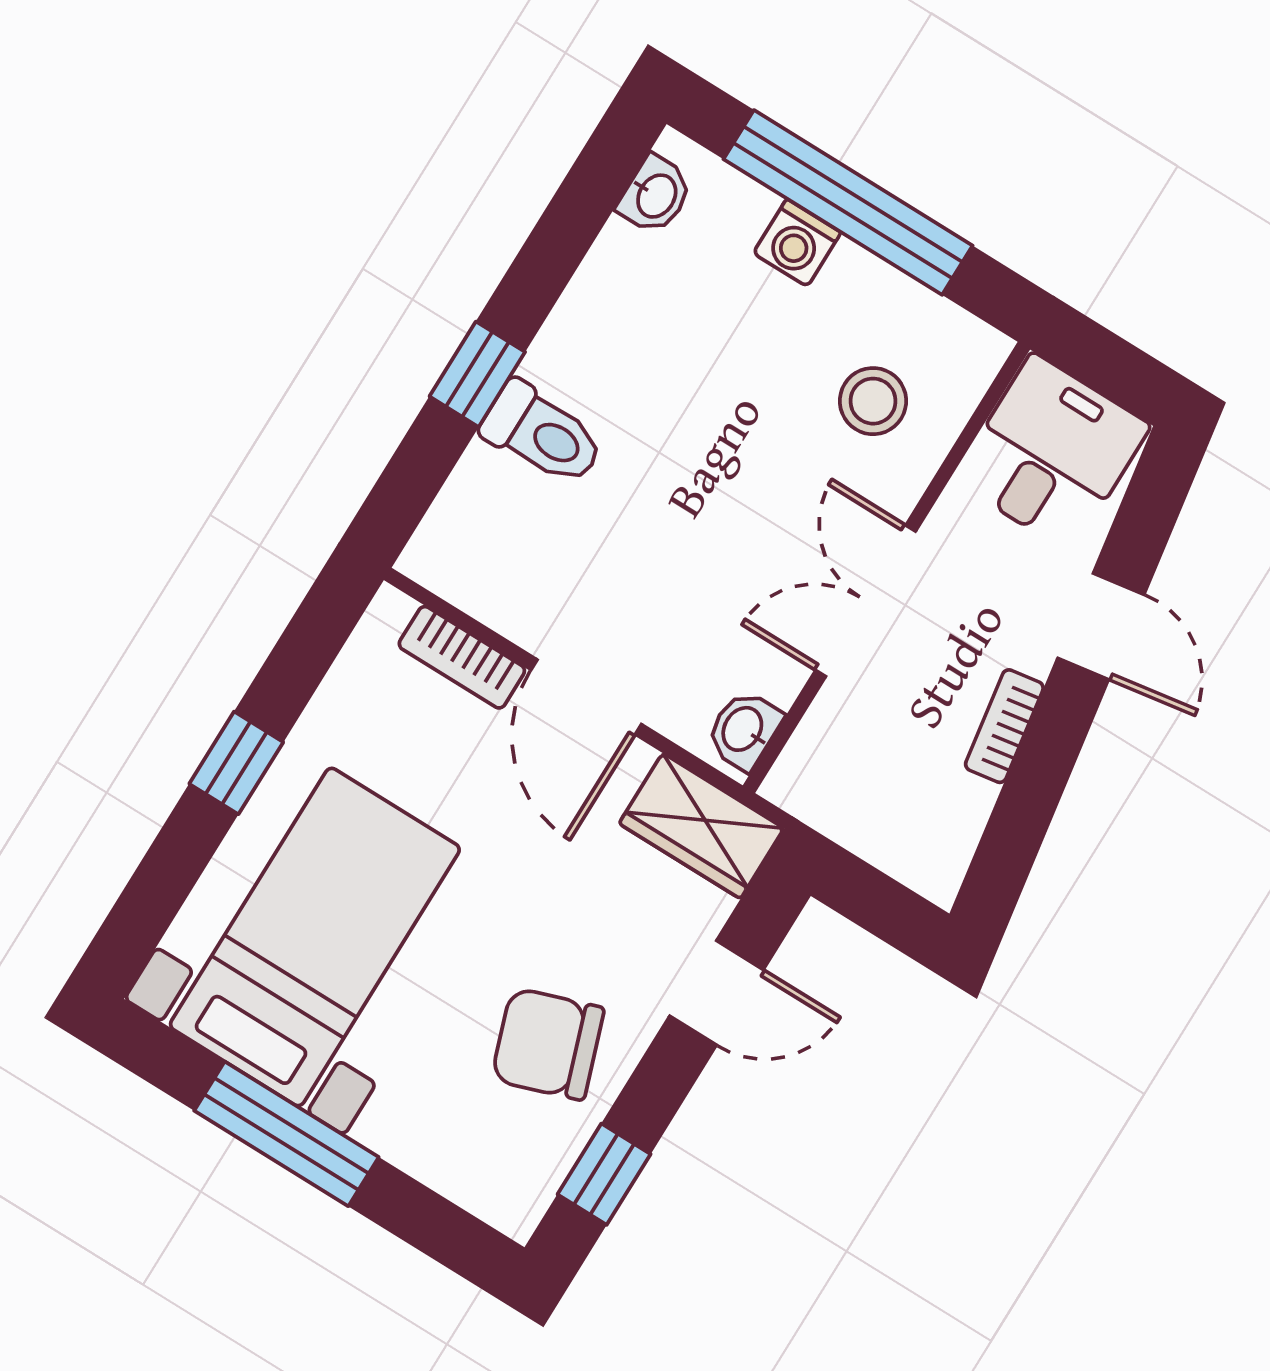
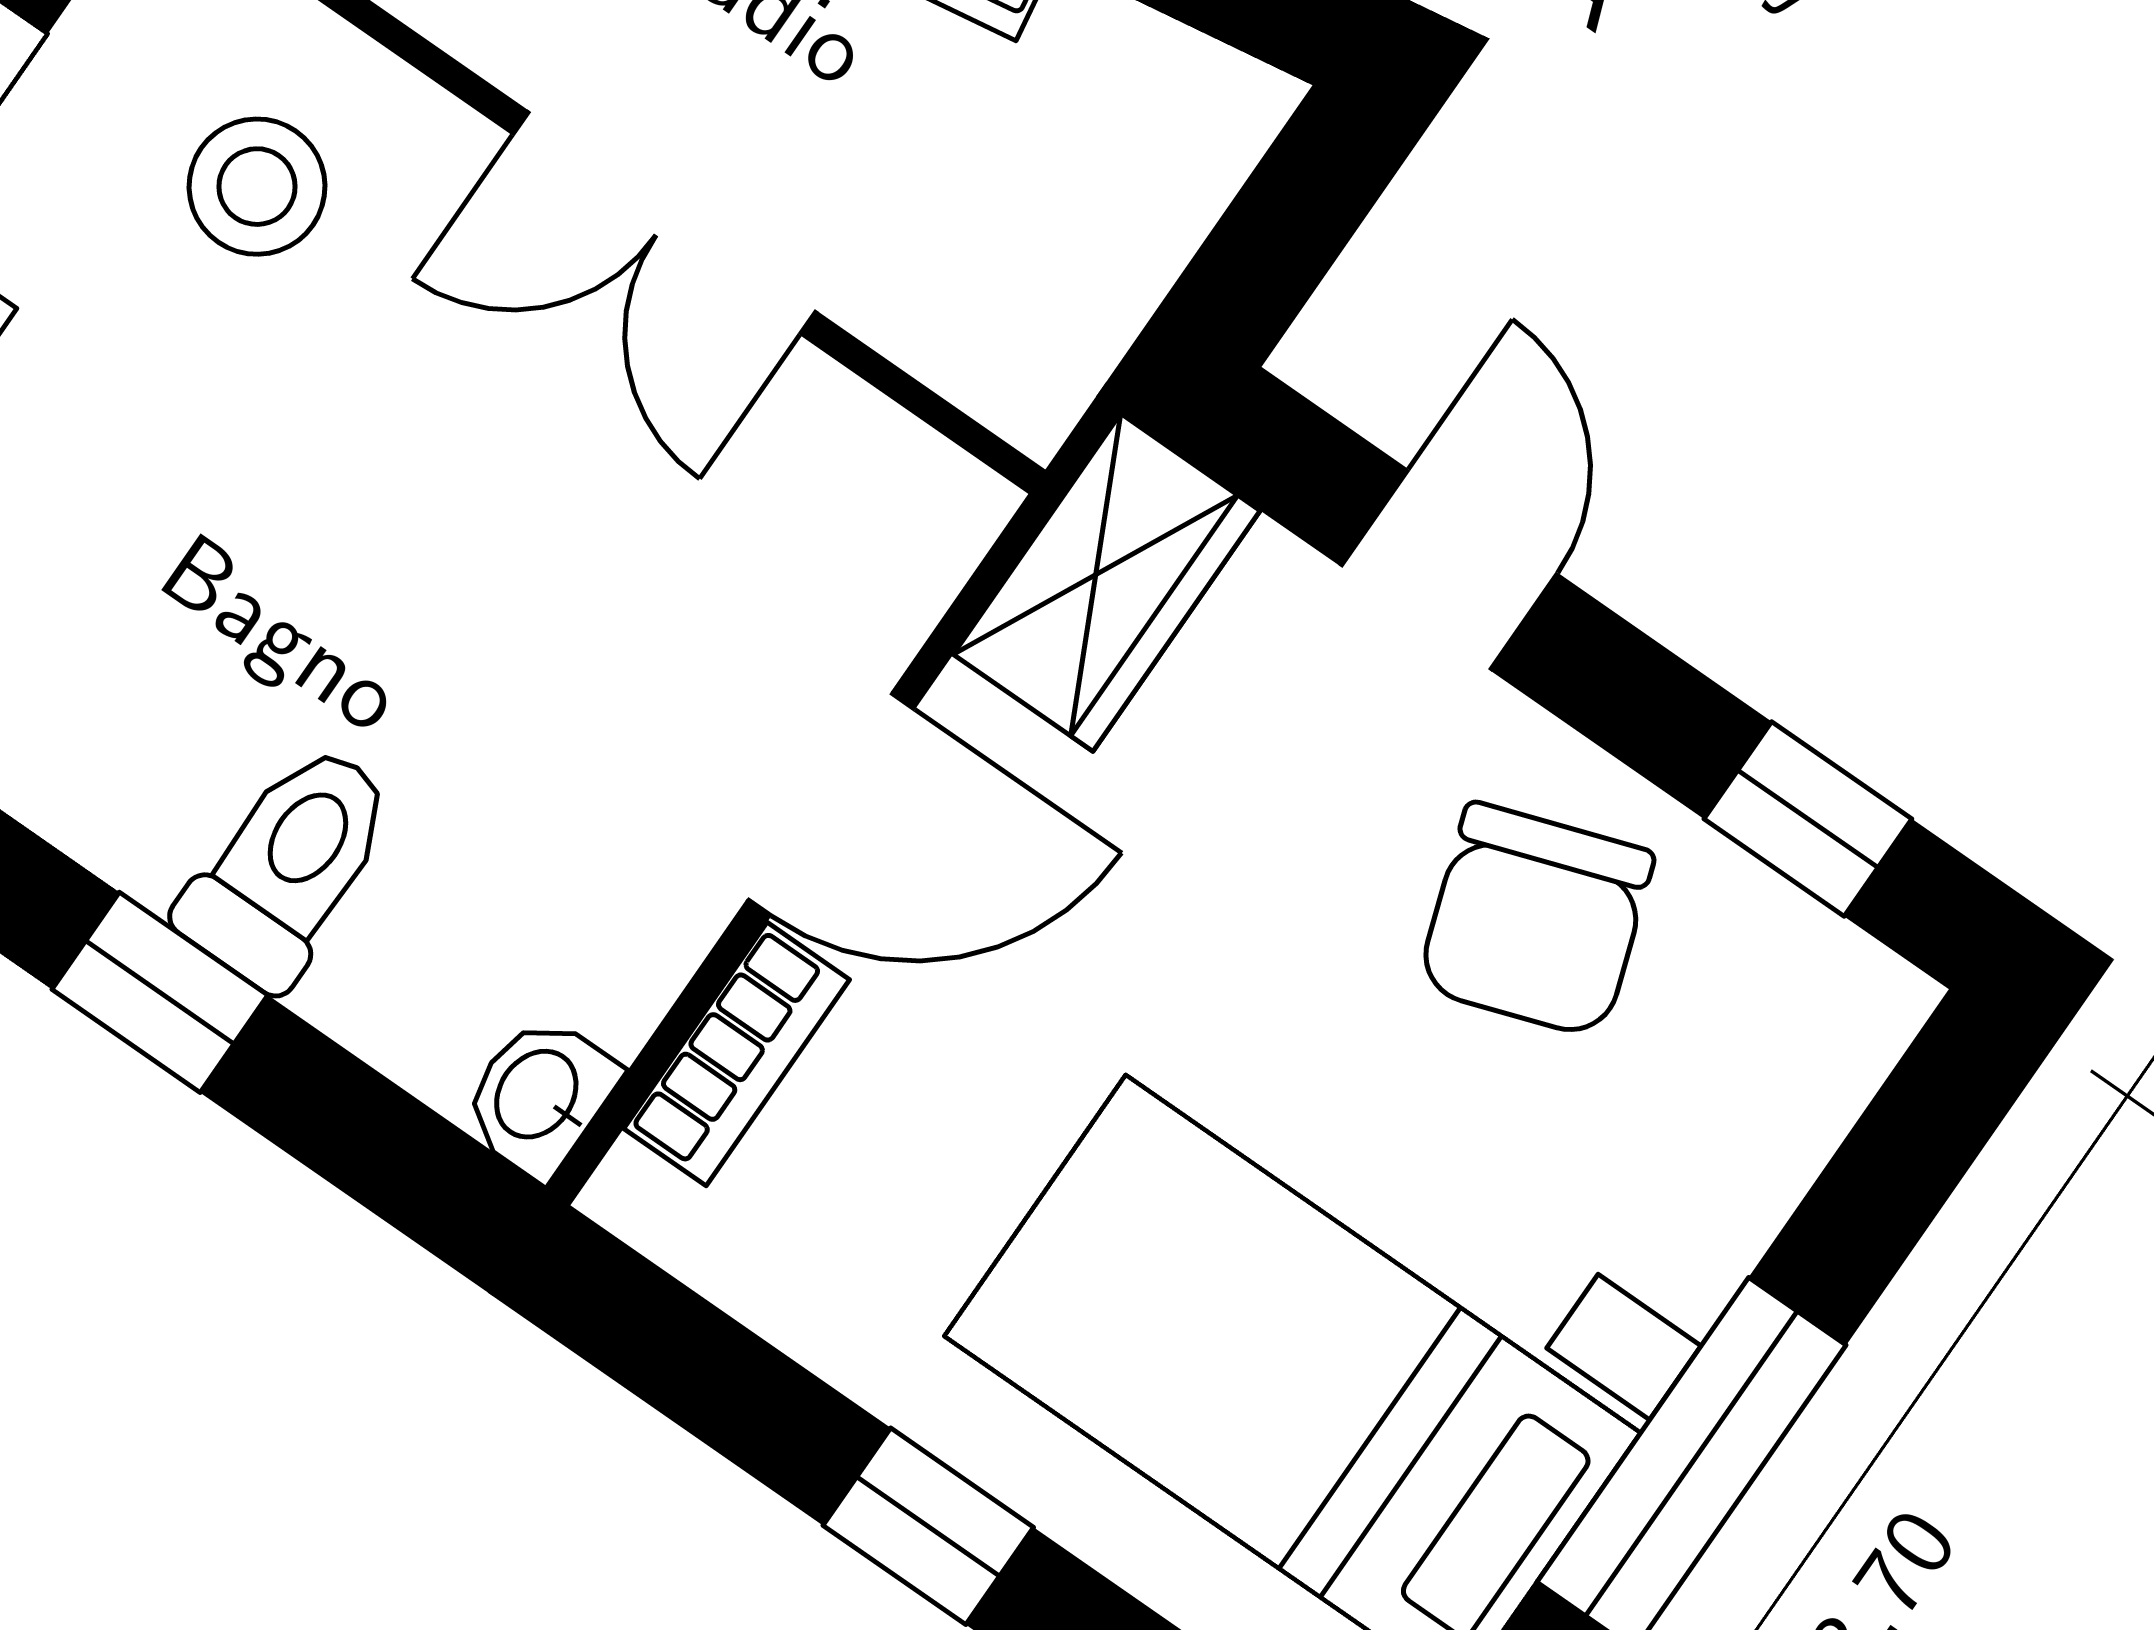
washbasin: (744, 730) -> (539, 1096), moved, turned 90

